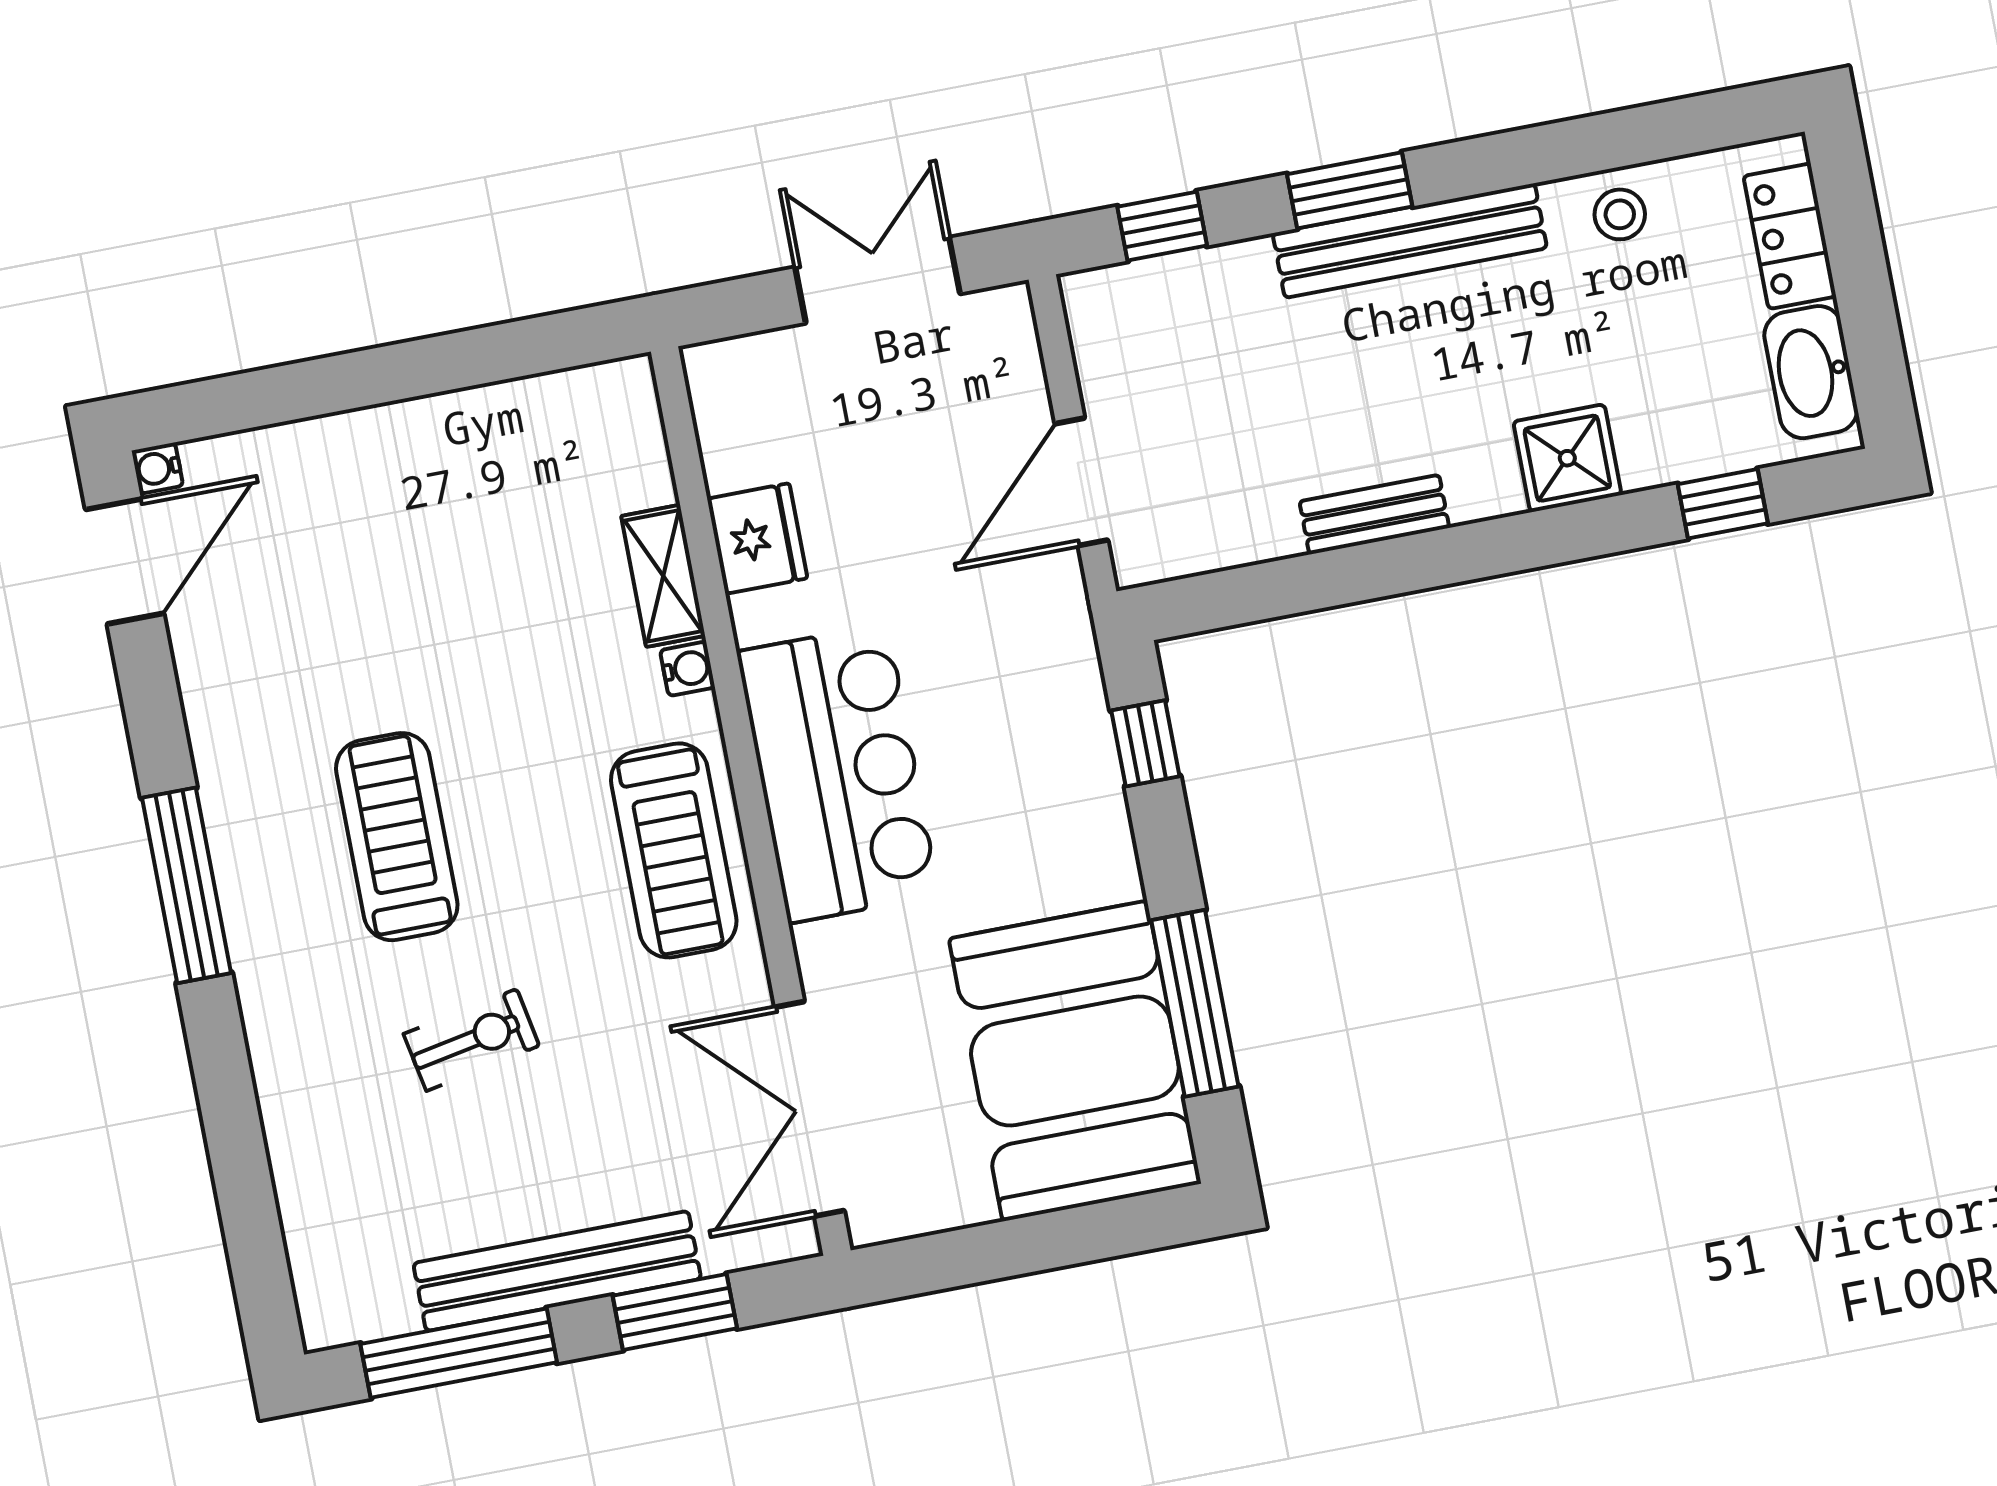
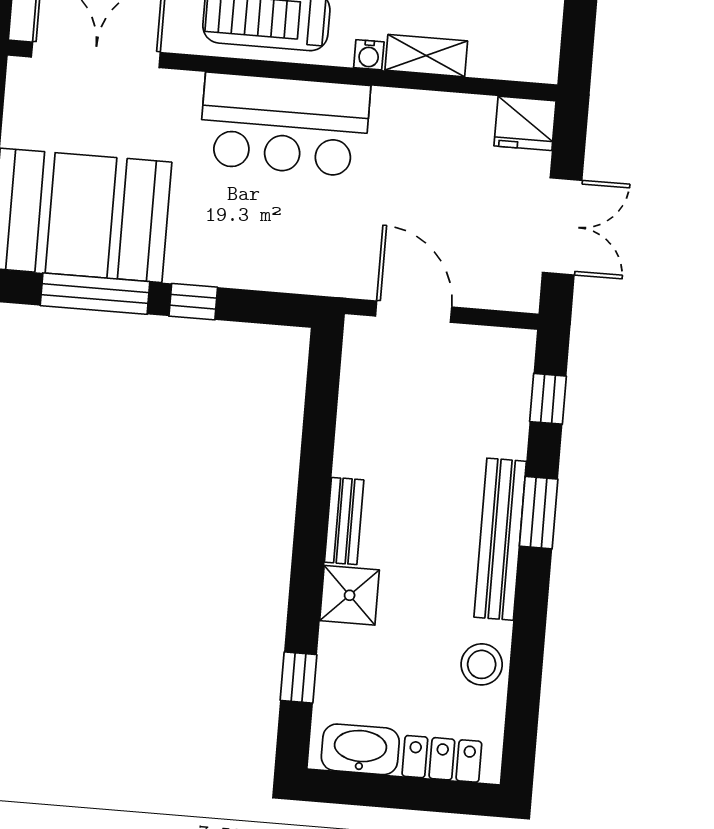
stool: (1620, 214) -> (482, 664), width x1.37, depth x1.37
bench: (1374, 515) -> (344, 521), moved
fridge: (757, 539) -> (525, 123), moved
window: (1145, 743) -> (193, 302), moved

